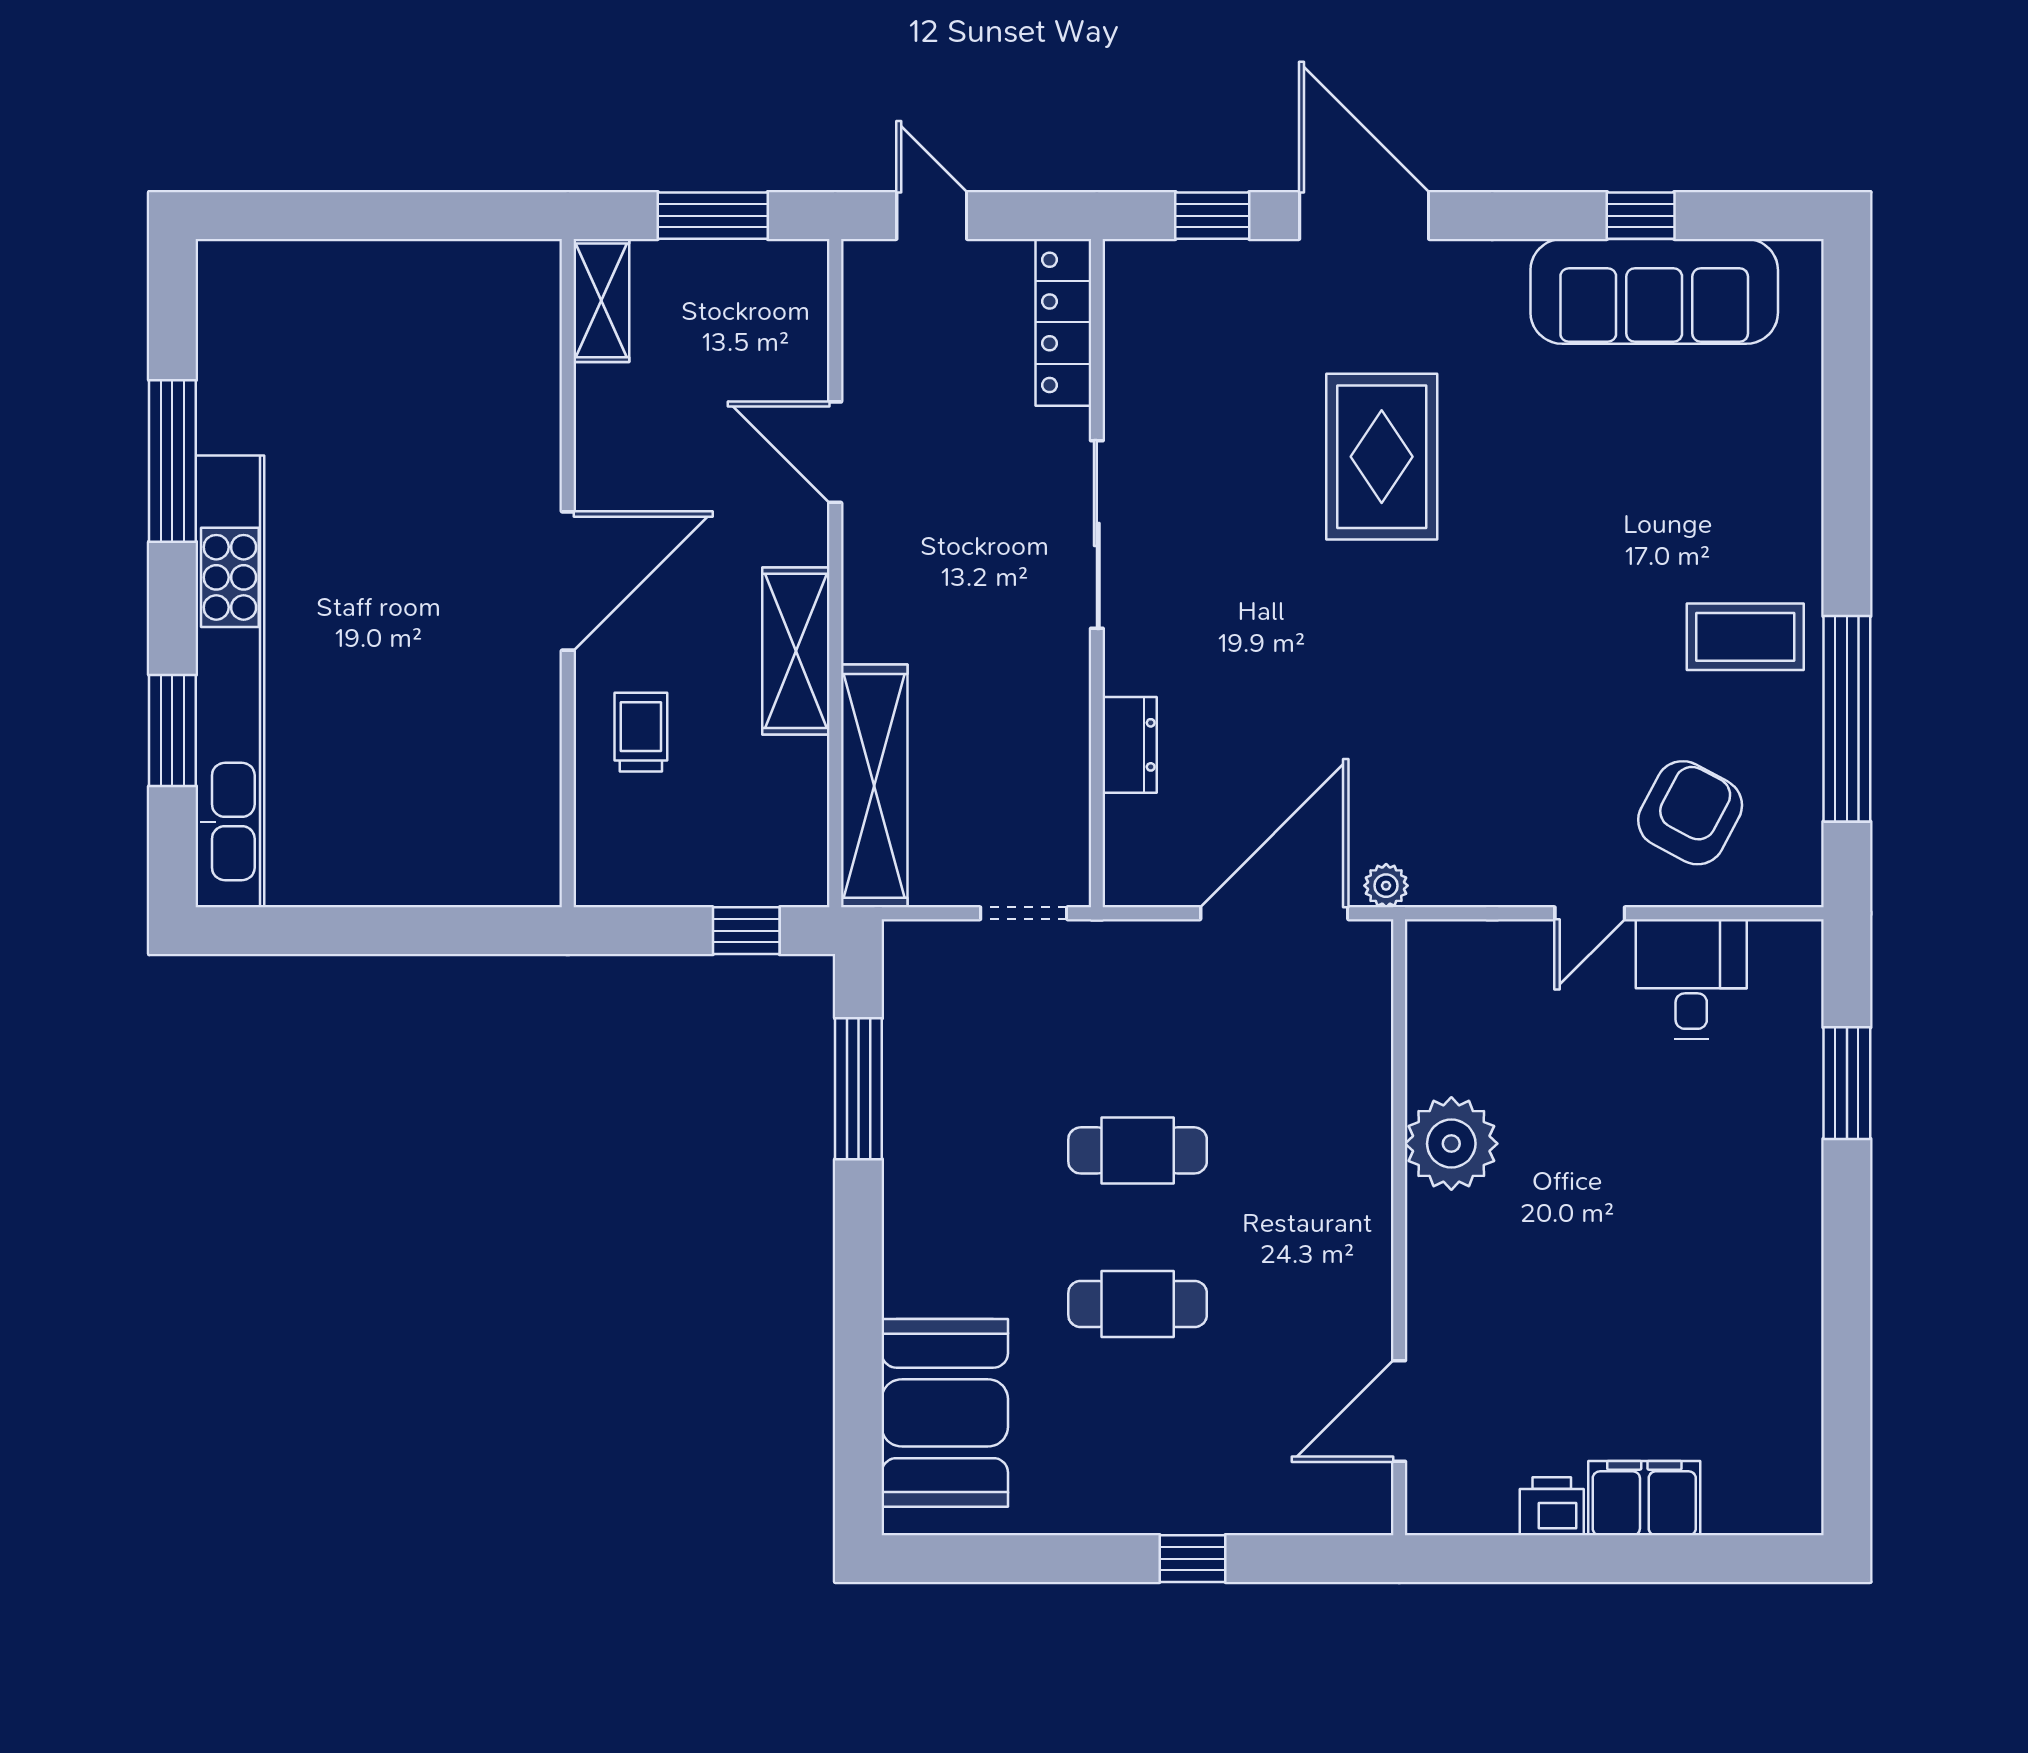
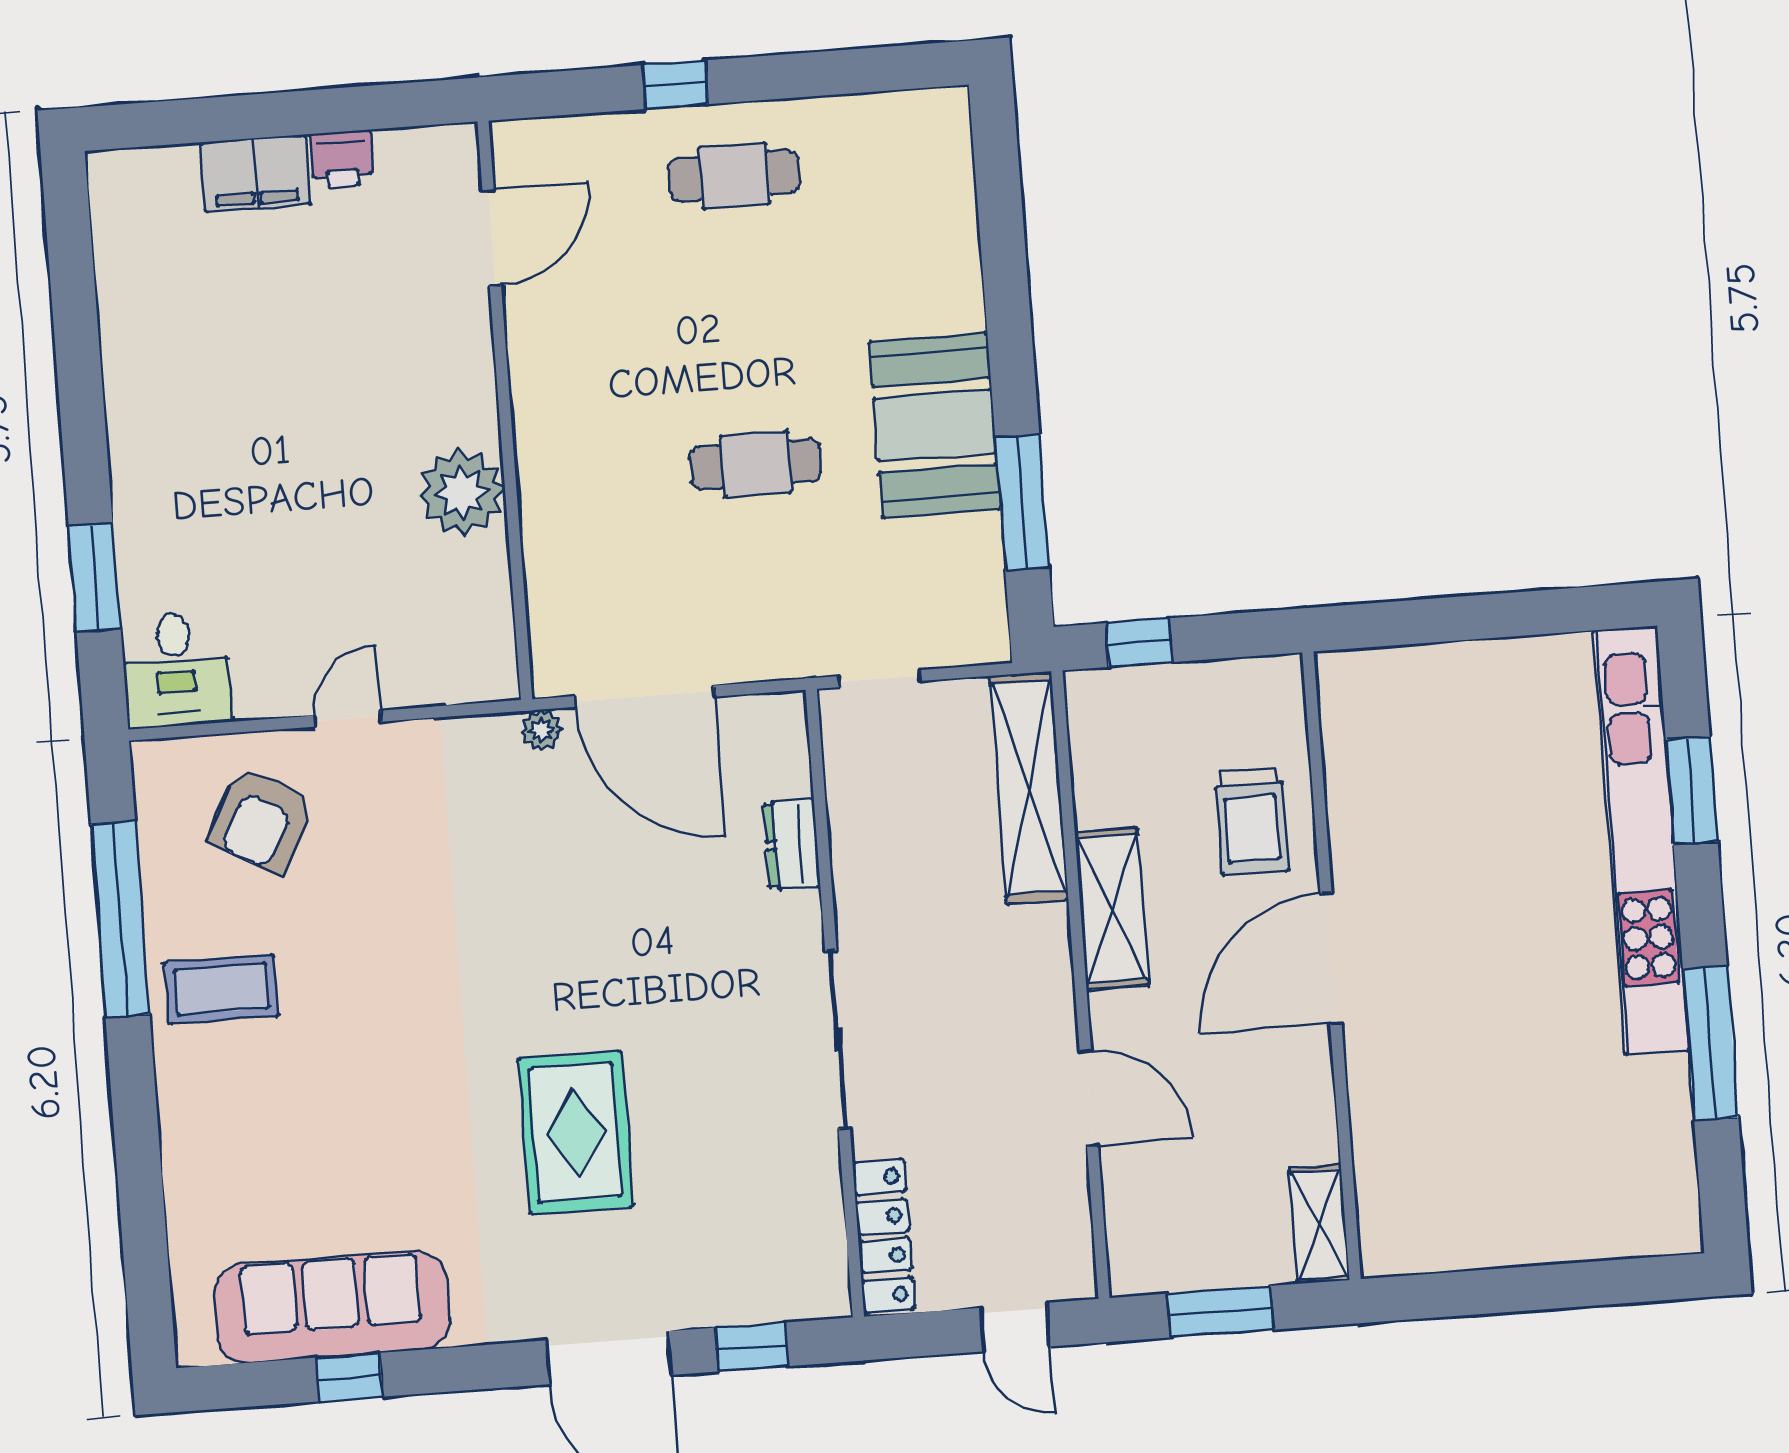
trolley: (641, 732) -> (1252, 822), width x1.36, depth x1.39
door: (1274, 913) -> (644, 696), hinge flipped
desk: (1691, 979) -> (176, 670), moved
cafe table: (1138, 1304) -> (734, 176), moved
booth: (945, 1413) -> (935, 425), moved

